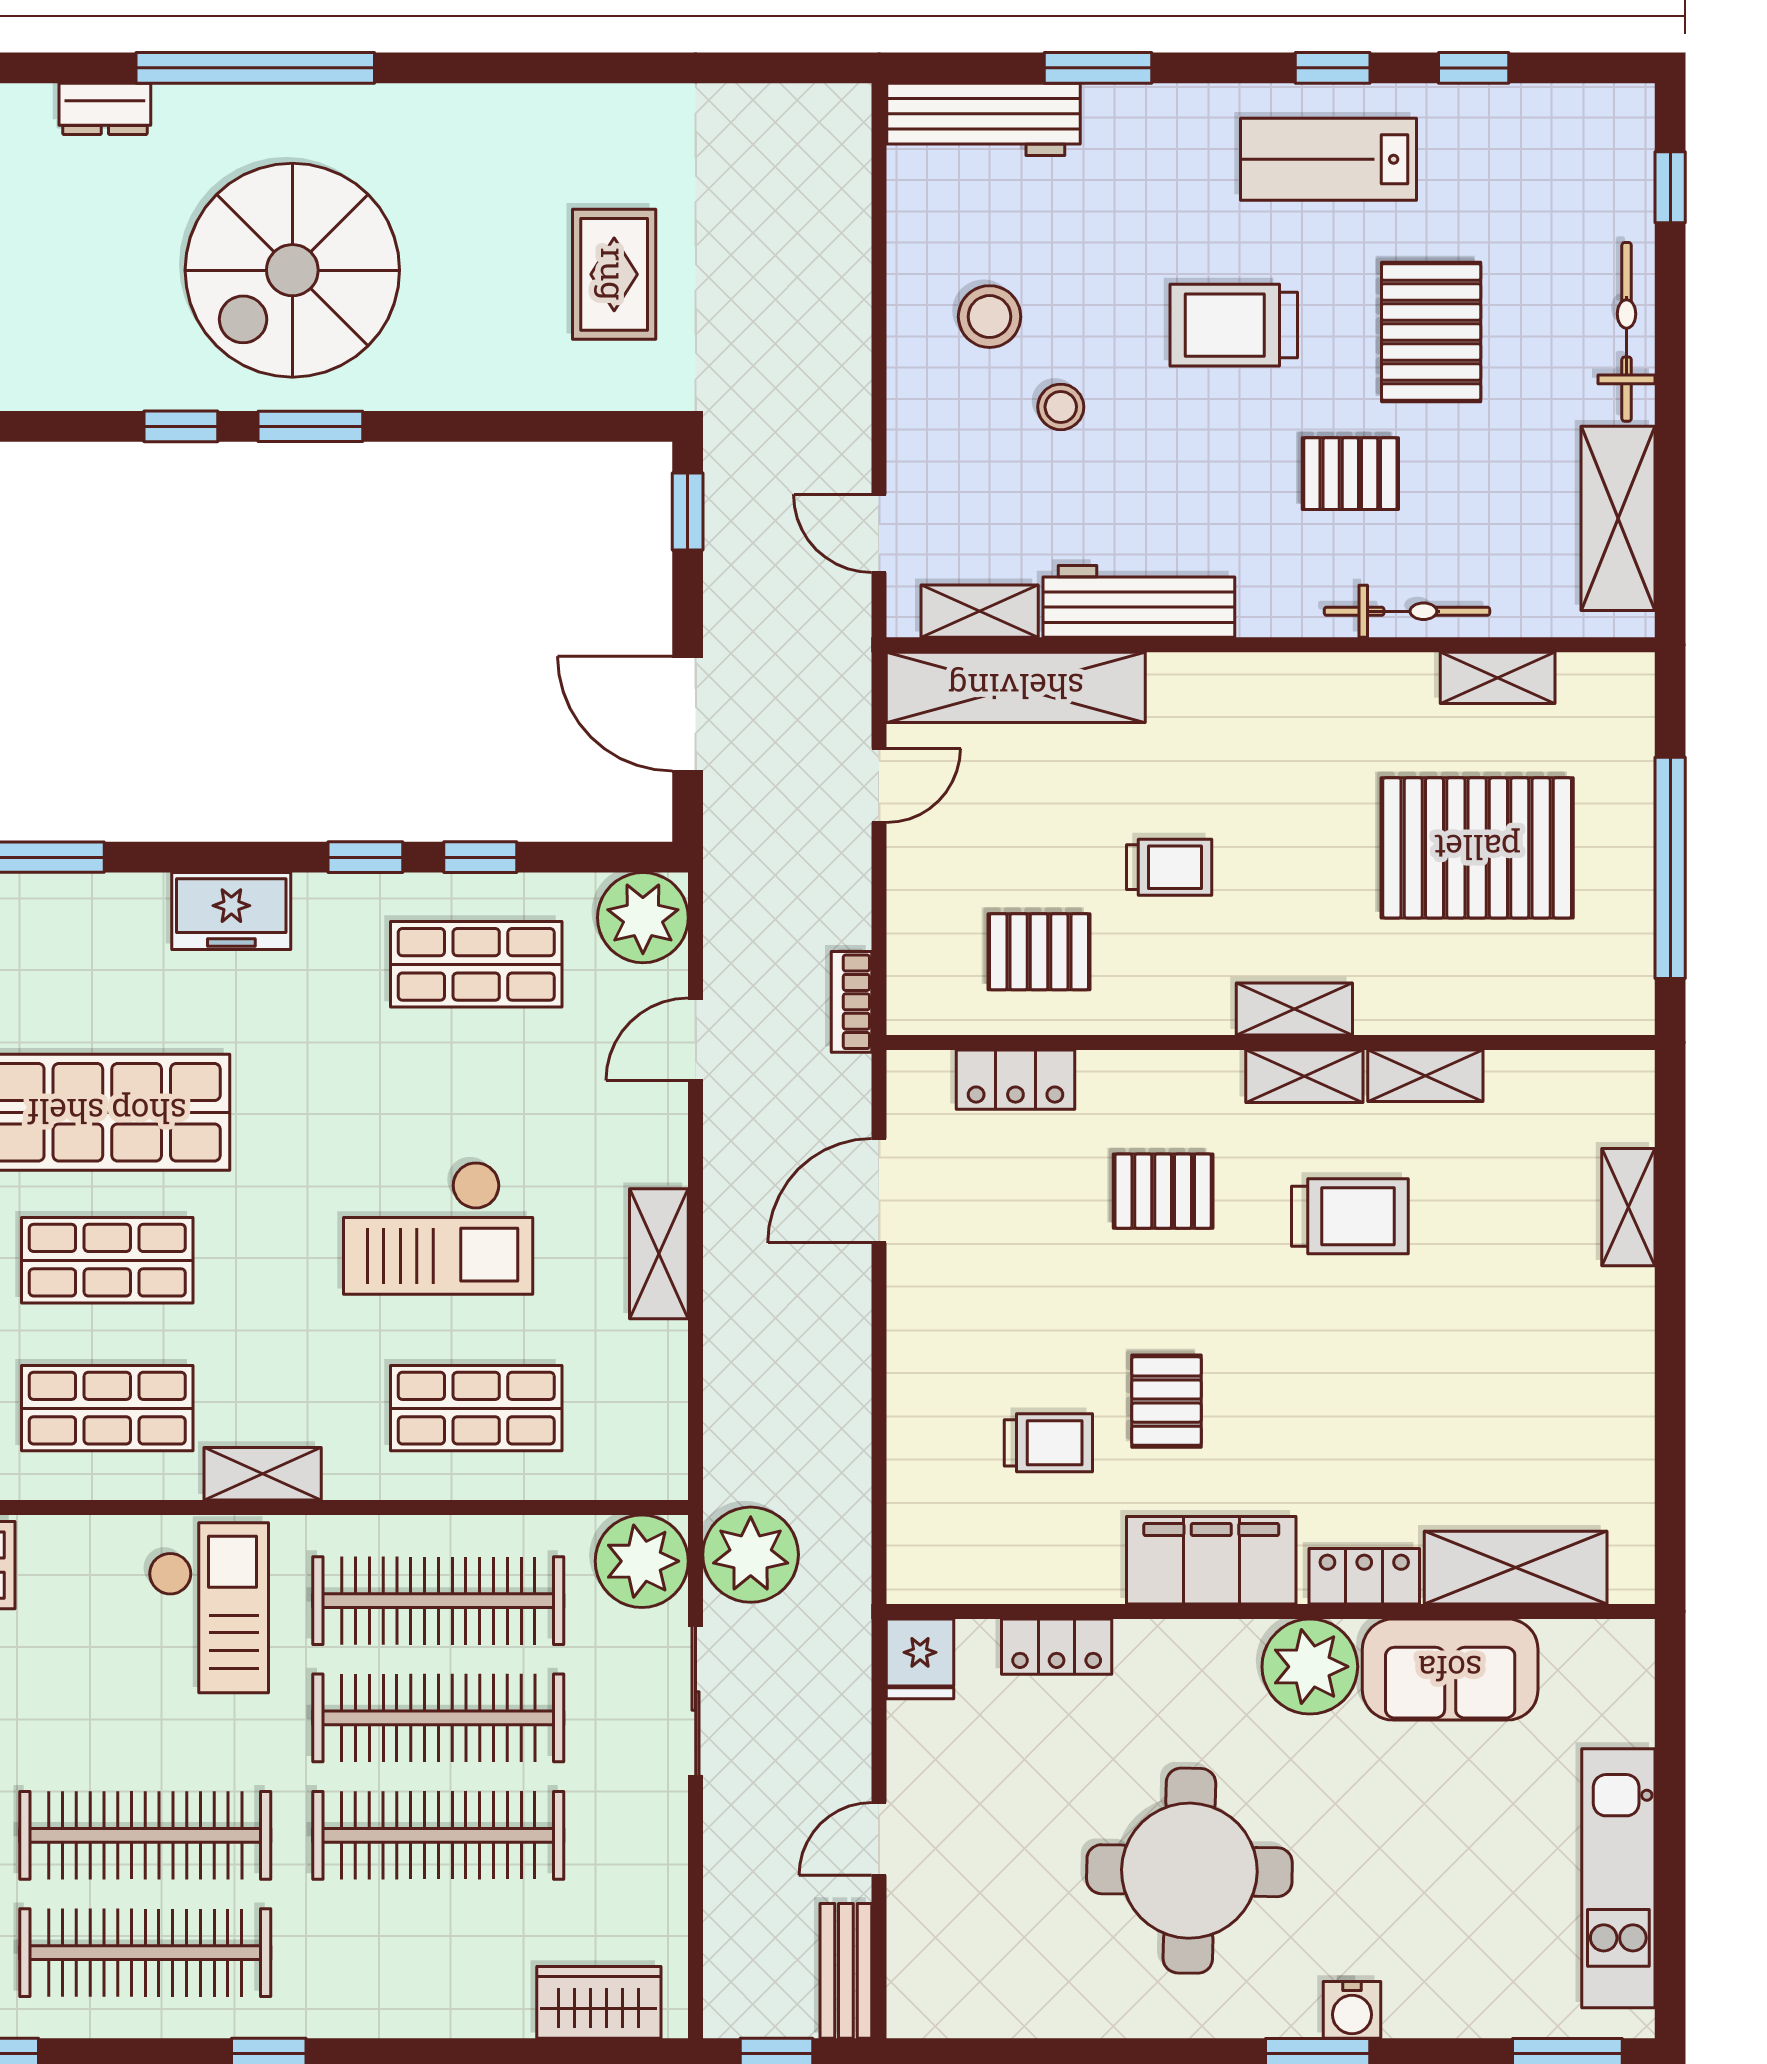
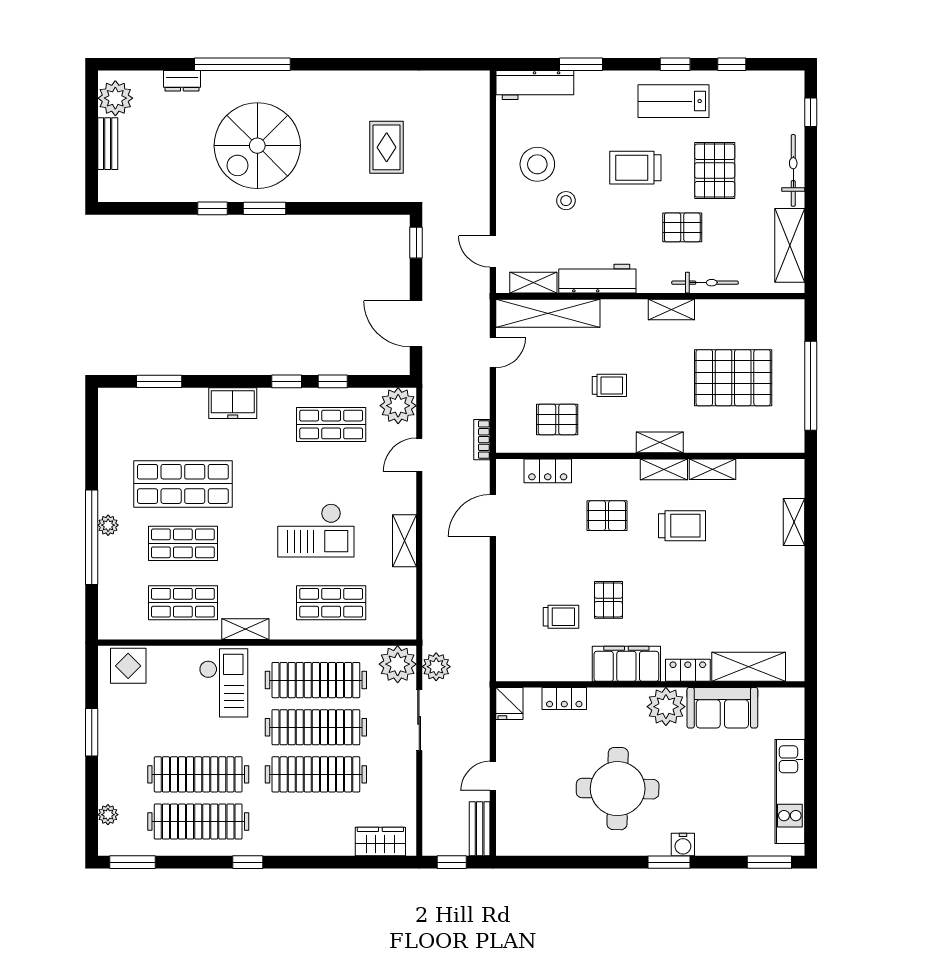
stool: (990, 317) -> (537, 164), width x1.38, depth x1.38
shelving: (1498, 678) -> (671, 309), moved
plant: (751, 1555) -> (436, 667), width x0.73, depth x0.73

